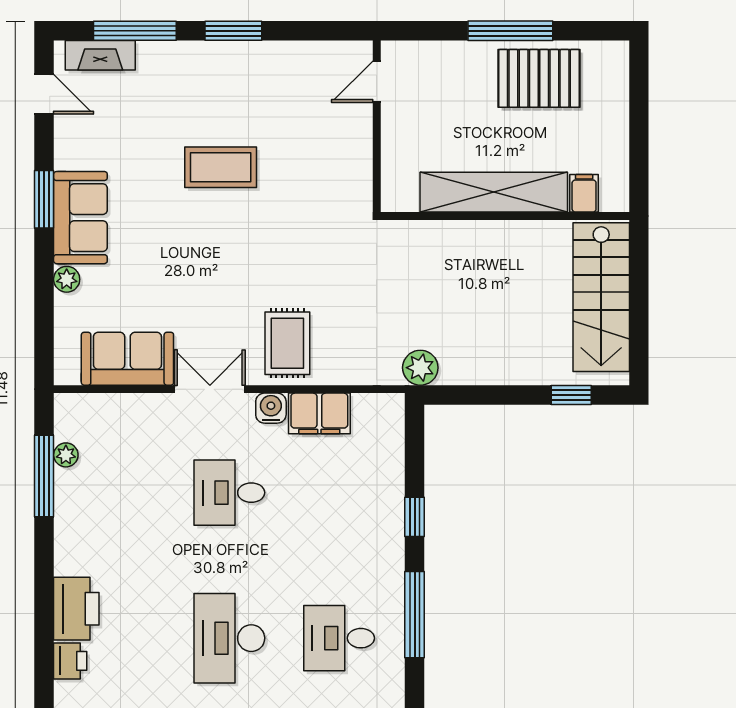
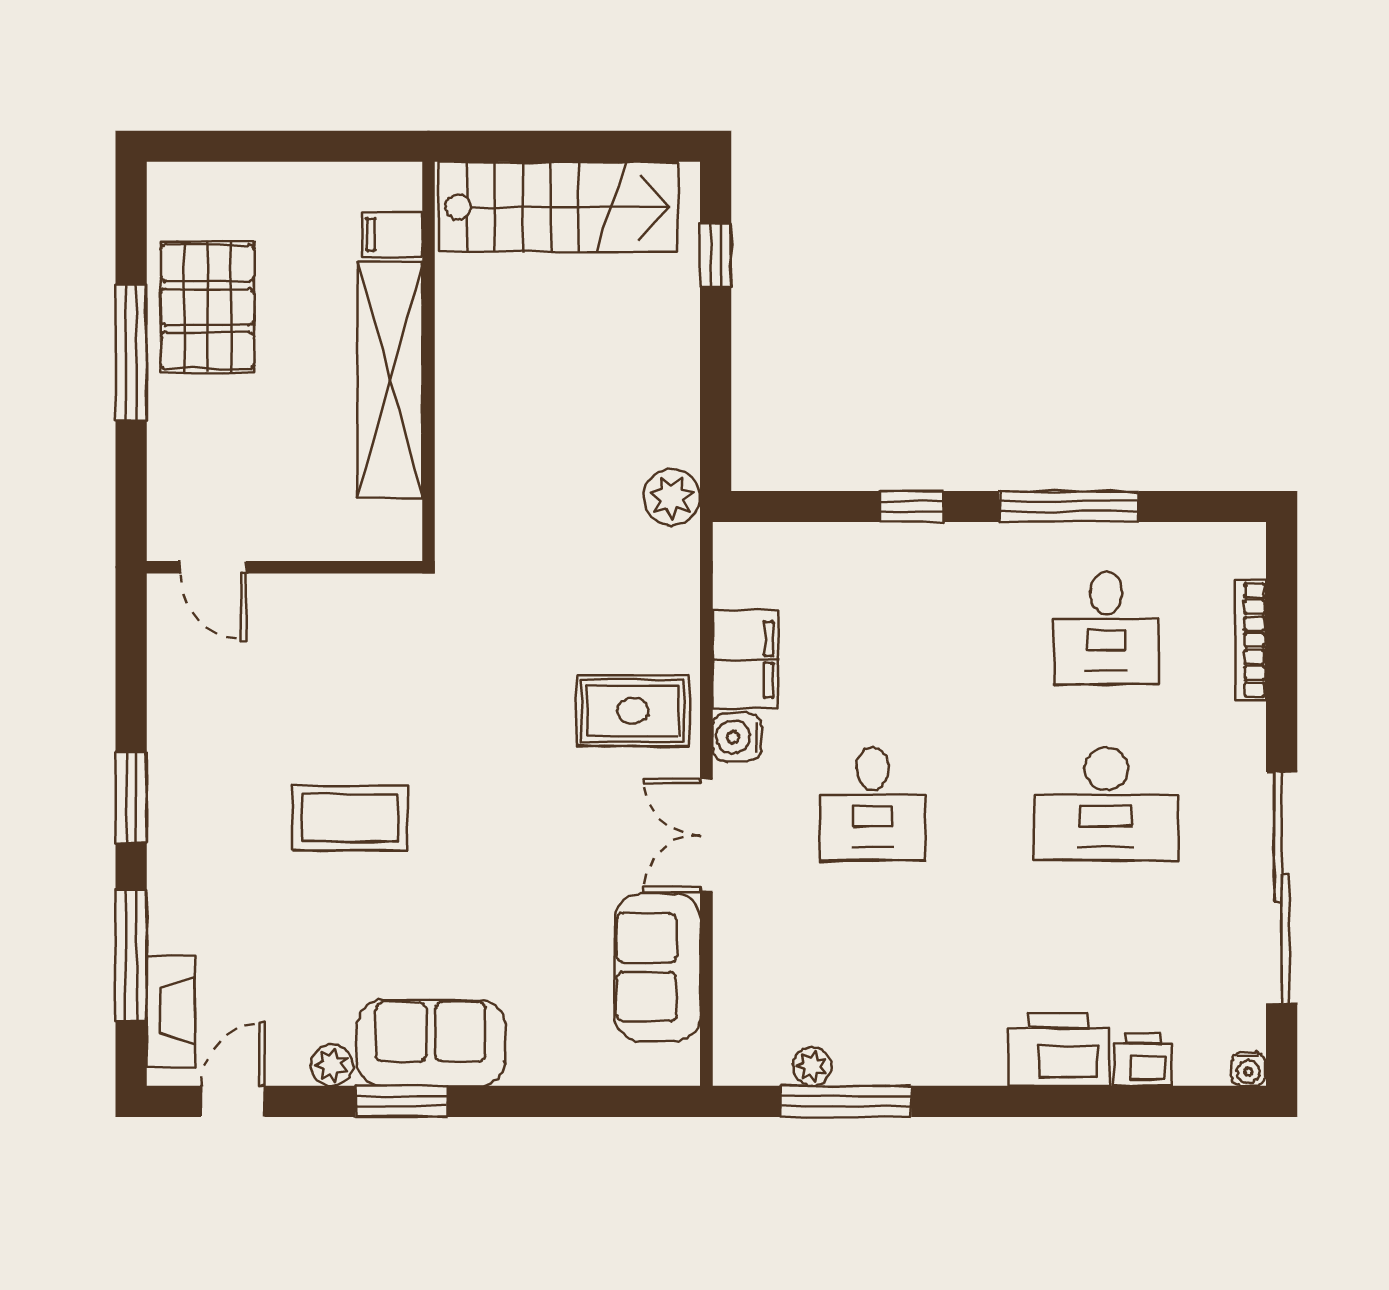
coffee table: (221, 167) -> (350, 818), turned 90
plant: (67, 279) -> (332, 1065), moved

